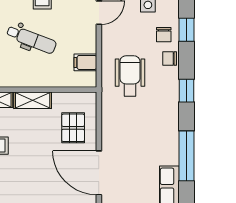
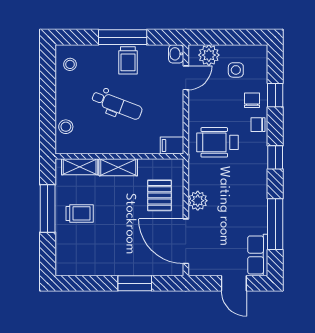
chair: (164, 35) -> (252, 100), turned 180
filing cabinet: (85, 62) -> (172, 146), moved
wheelchair: (130, 76) -> (218, 142), turned -90
plant: (111, 133) -> (198, 201), added

